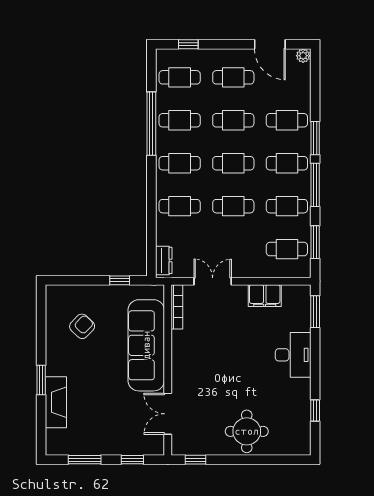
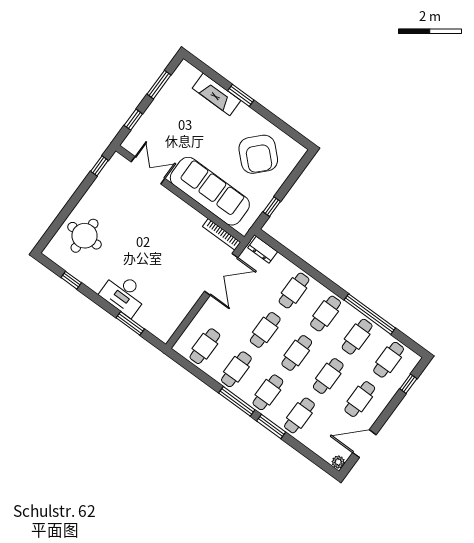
window: (315, 242) -> (195, 371), removed
double door: (213, 281) -> (221, 274), width x1.37
filing cabinet: (265, 296) -> (183, 305), removed
window: (315, 312) -> (130, 323), moved
armchair: (82, 326) -> (258, 154), width x1.88, depth x1.88
round table: (247, 431) -> (84, 236), moved

